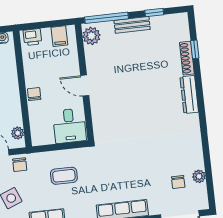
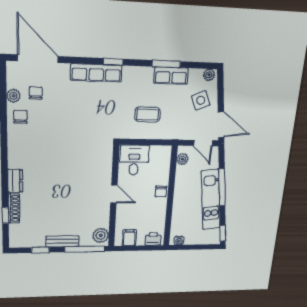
dresser: (189, 95) -> (15, 181), width x0.70
chair: (20, 165) -> (20, 117), moved

